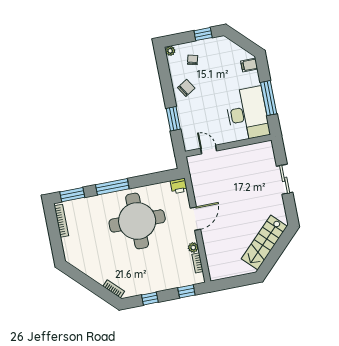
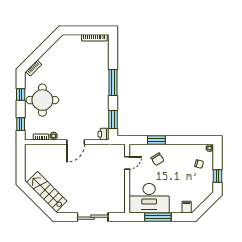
chair: (186, 88) -> (157, 159), moved
sliding door: (285, 179) -> (93, 217), width x1.37
window: (72, 195) -> (113, 119), moved
door: (195, 219) -> (76, 142), hinge flipped
round table: (137, 221) -> (42, 100), moved, width x0.73, depth x0.73

